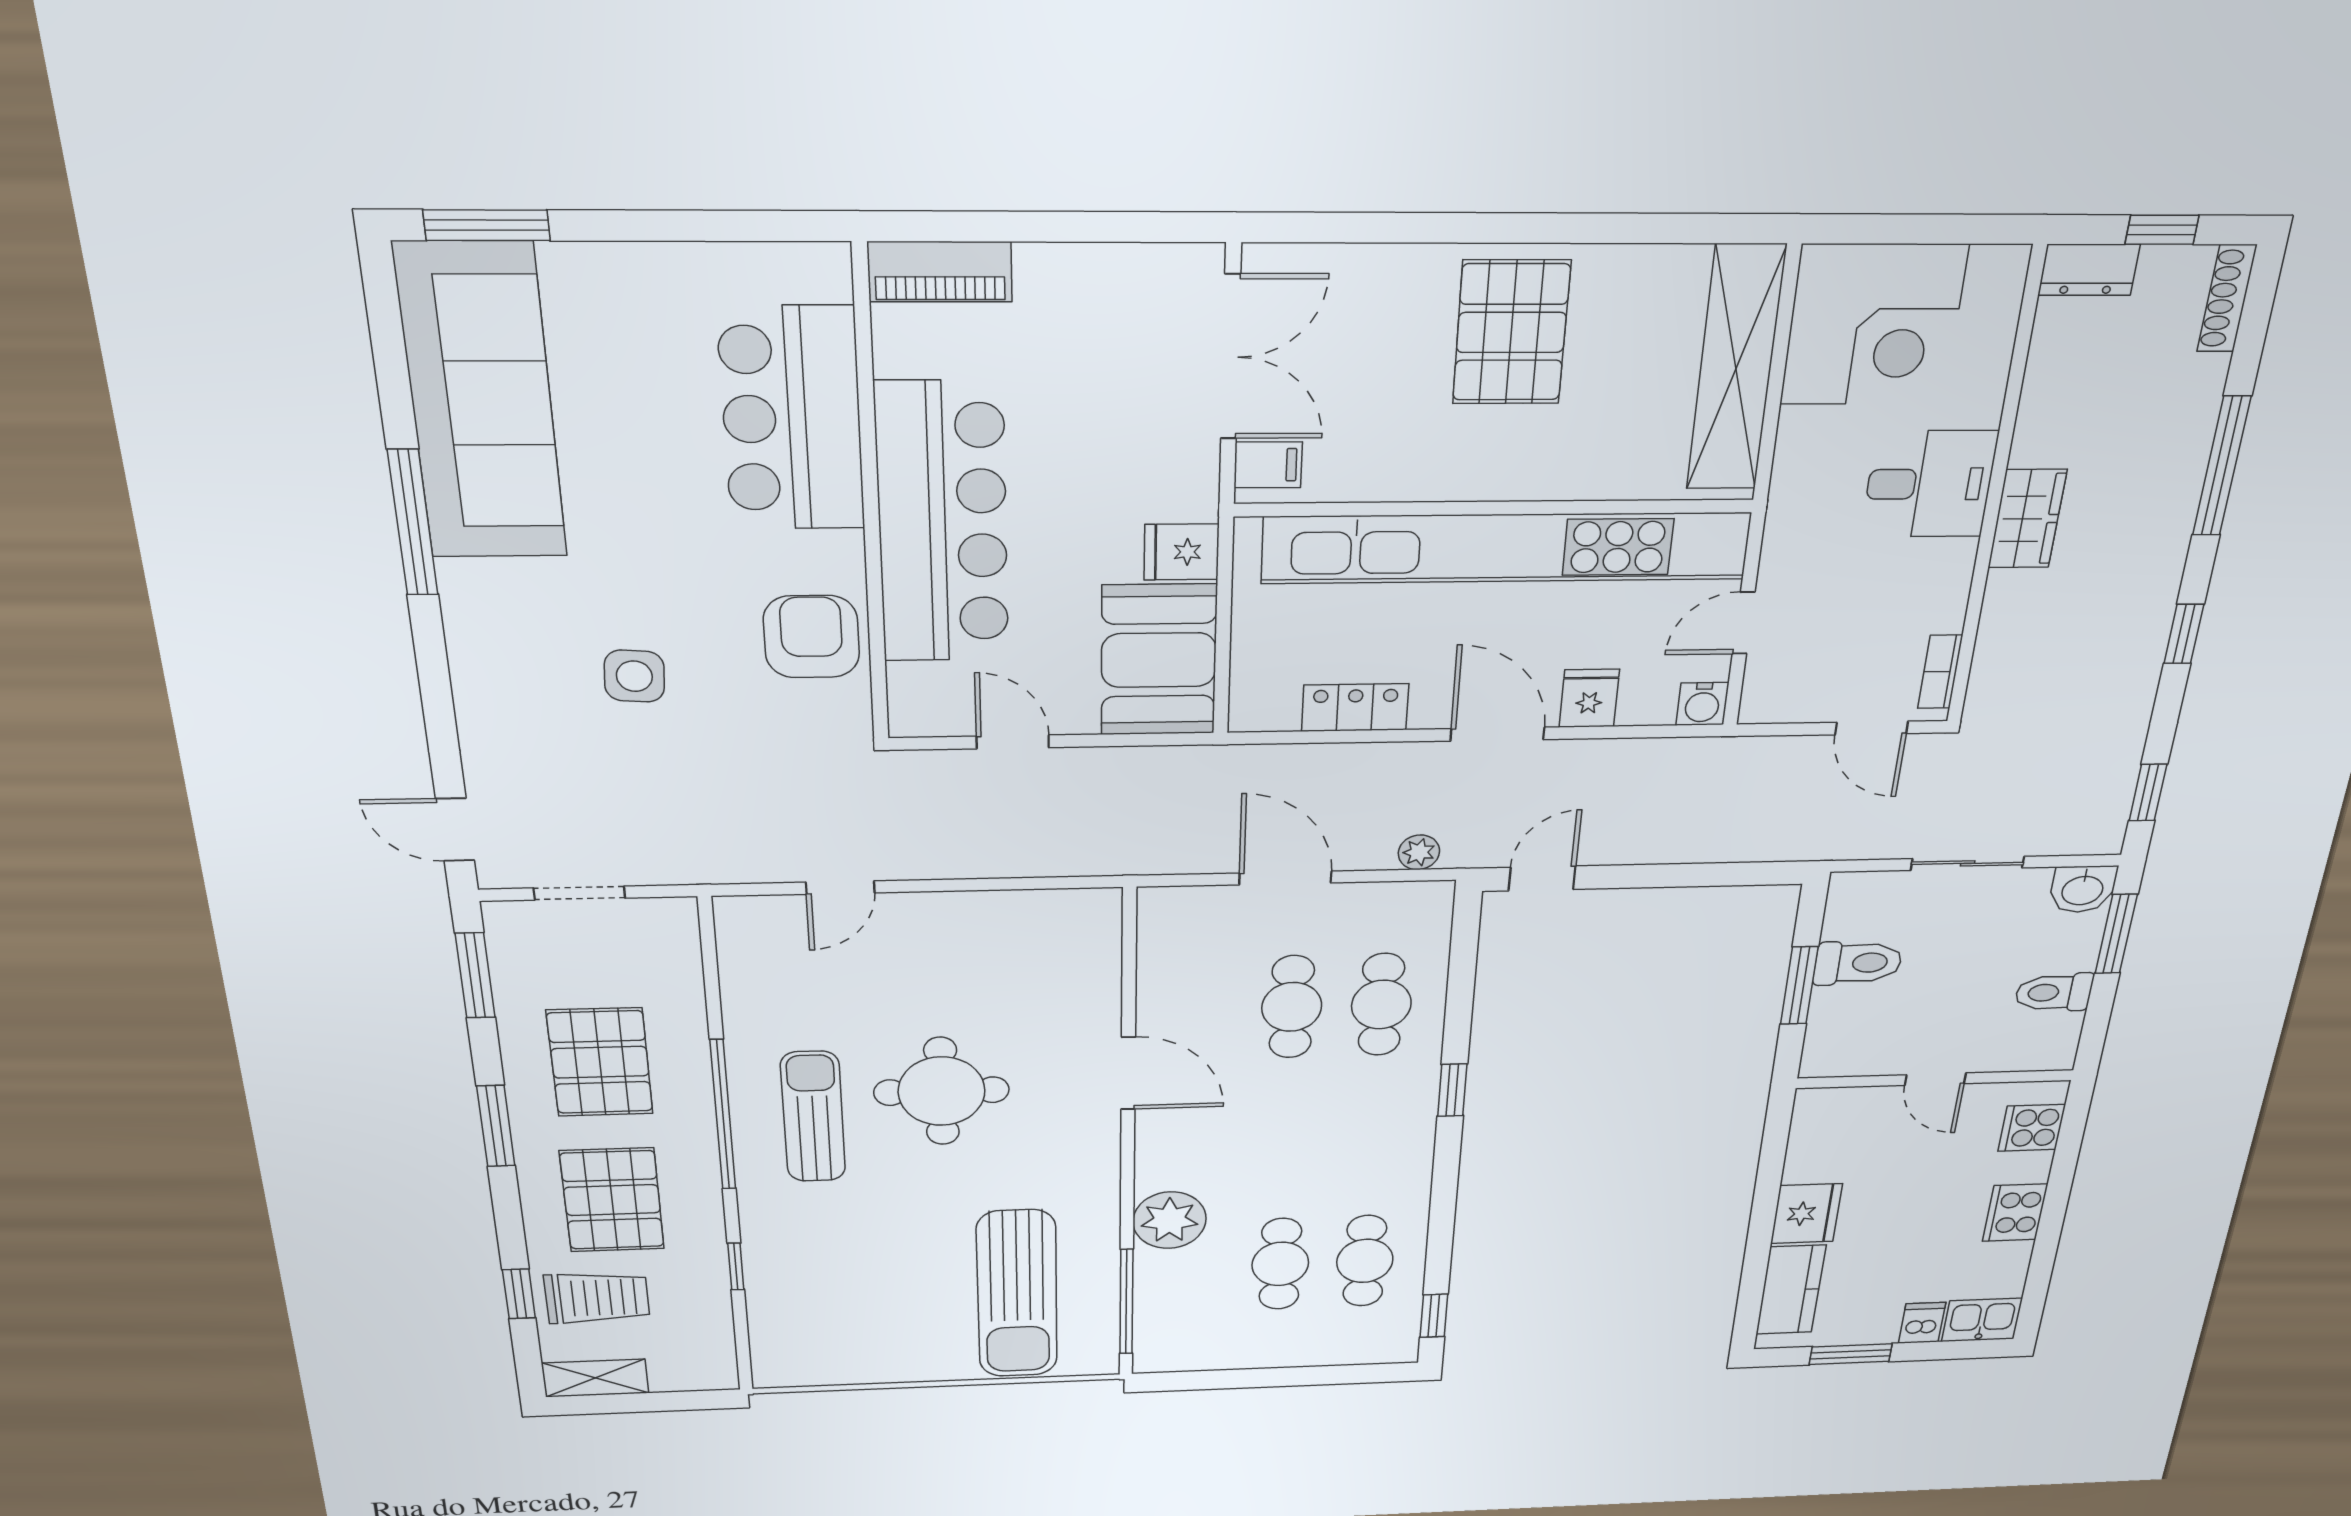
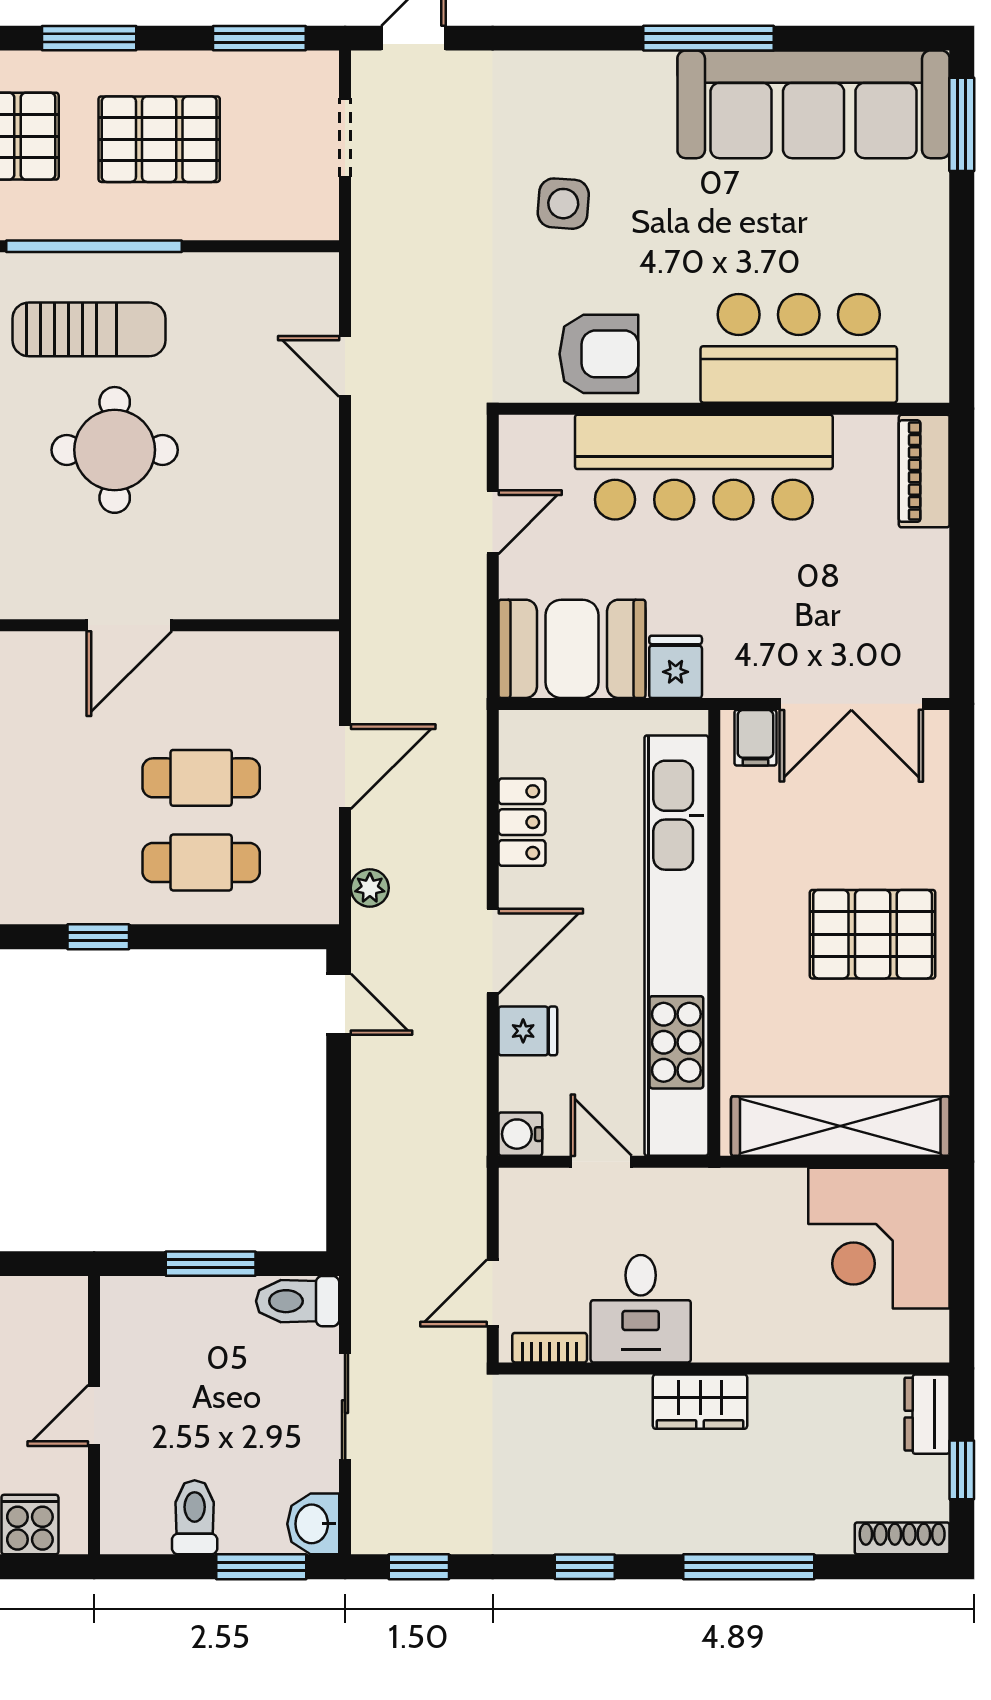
desk: (1929, 484) -> (641, 1309), moved
toilet: (1858, 963) -> (298, 1301), moved, turned 90

